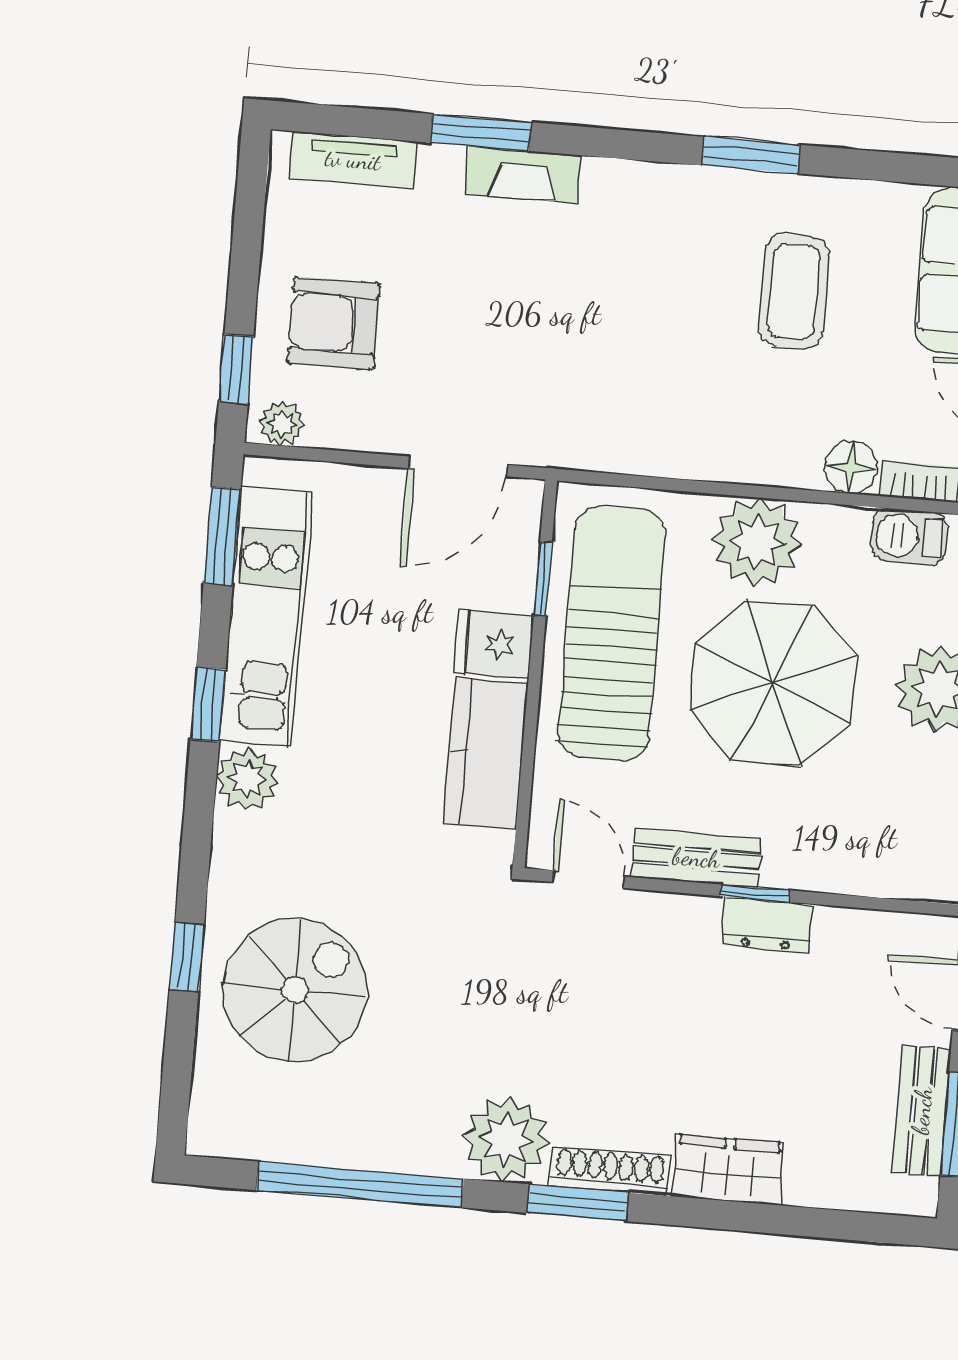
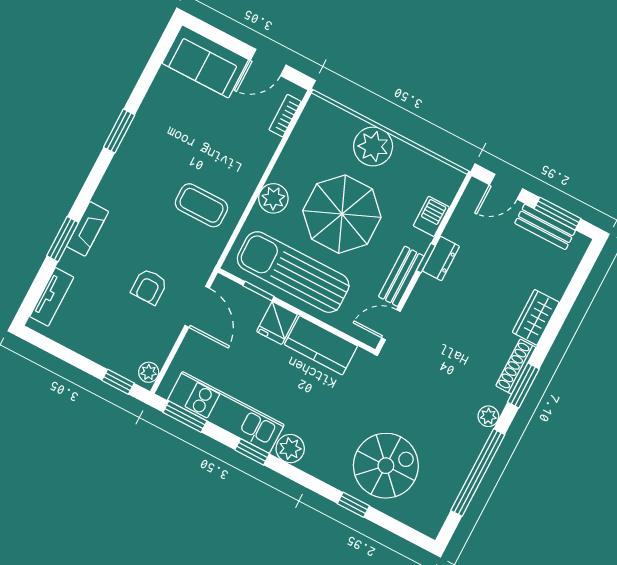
coffee table: (794, 292) -> (201, 205), moved
armchair: (334, 323) -> (149, 287), moved, width x0.72, depth x0.72
floor lamp: (851, 467) -> (266, 144), removed
barbecue: (909, 537) -> (431, 216), moved, turned 180
plant: (757, 542) -> (273, 198), width x0.73, depth x0.73
spiral stairs: (295, 990) -> (386, 466), turned 90
plant: (506, 1139) -> (488, 416), width x0.53, depth x0.53

